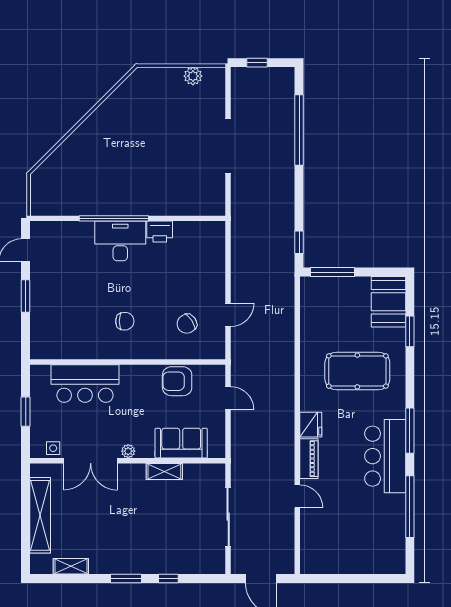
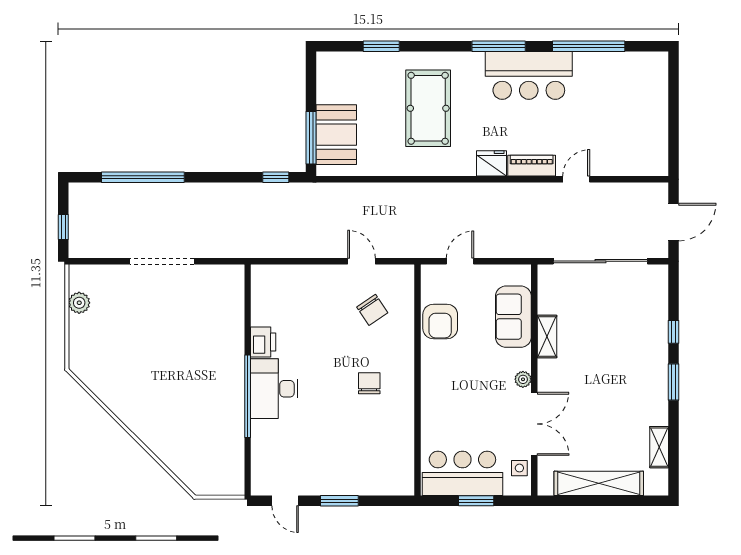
booth: (388, 302) -> (336, 135), moved, turned 90
bar counter: (85, 384) -> (462, 473), moved, turned -90
sliding door: (228, 517) -> (600, 261), width x1.36

